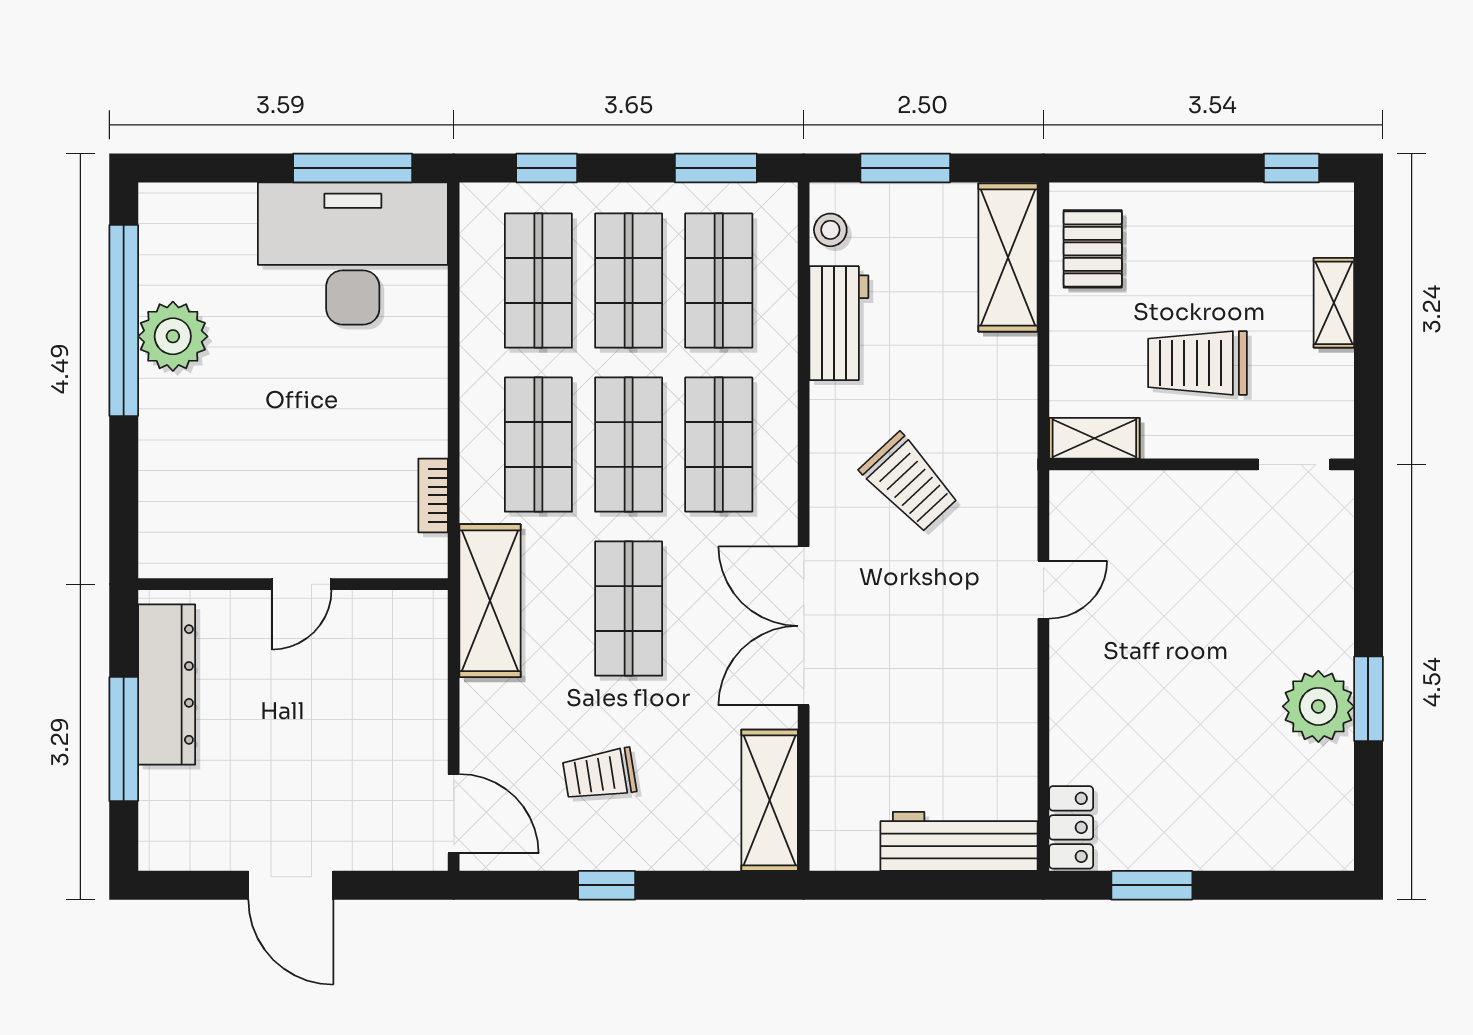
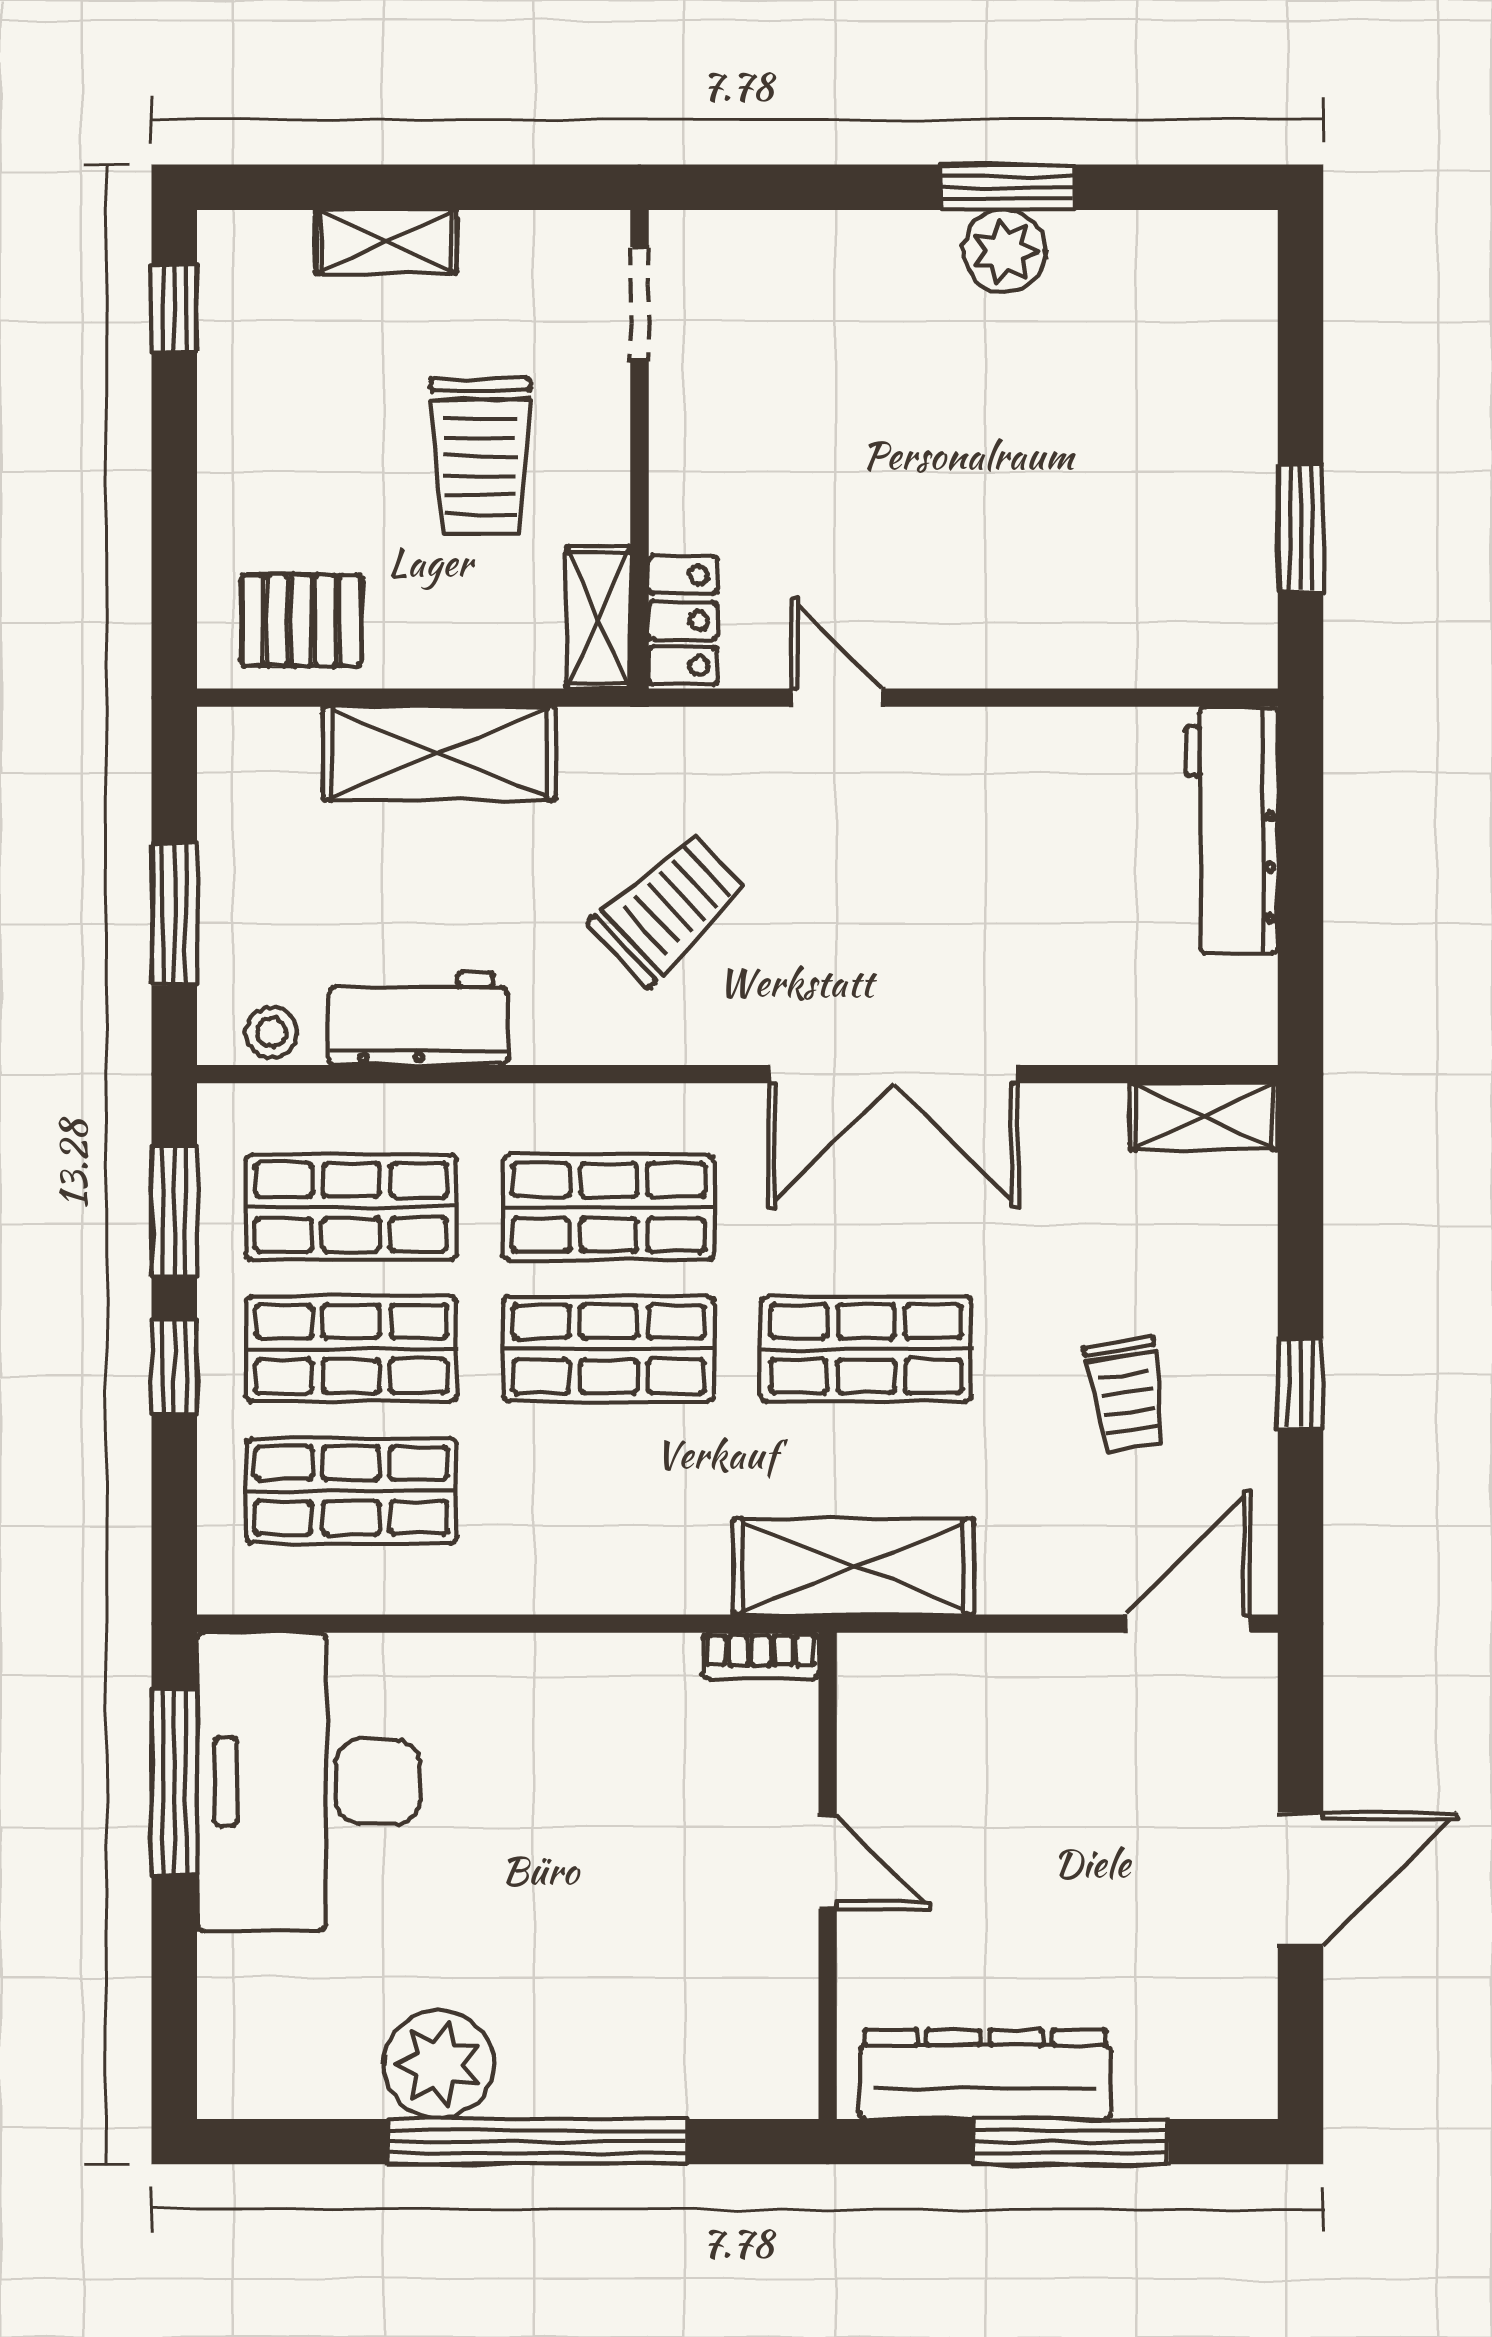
window: (547, 168) -> (174, 1366), moved
shelving: (1008, 257) -> (439, 753), moved
window: (124, 321) -> (537, 2142), moved
shop shelf: (538, 445) -> (609, 1490), removed
bookcase: (433, 495) -> (761, 1656), moved
plant: (1318, 706) -> (1005, 251), width x0.73, depth x0.73
shelving: (770, 800) -> (1204, 1116), width x0.67, depth x0.75
locker: (1071, 827) -> (683, 620), moved, turned 90

